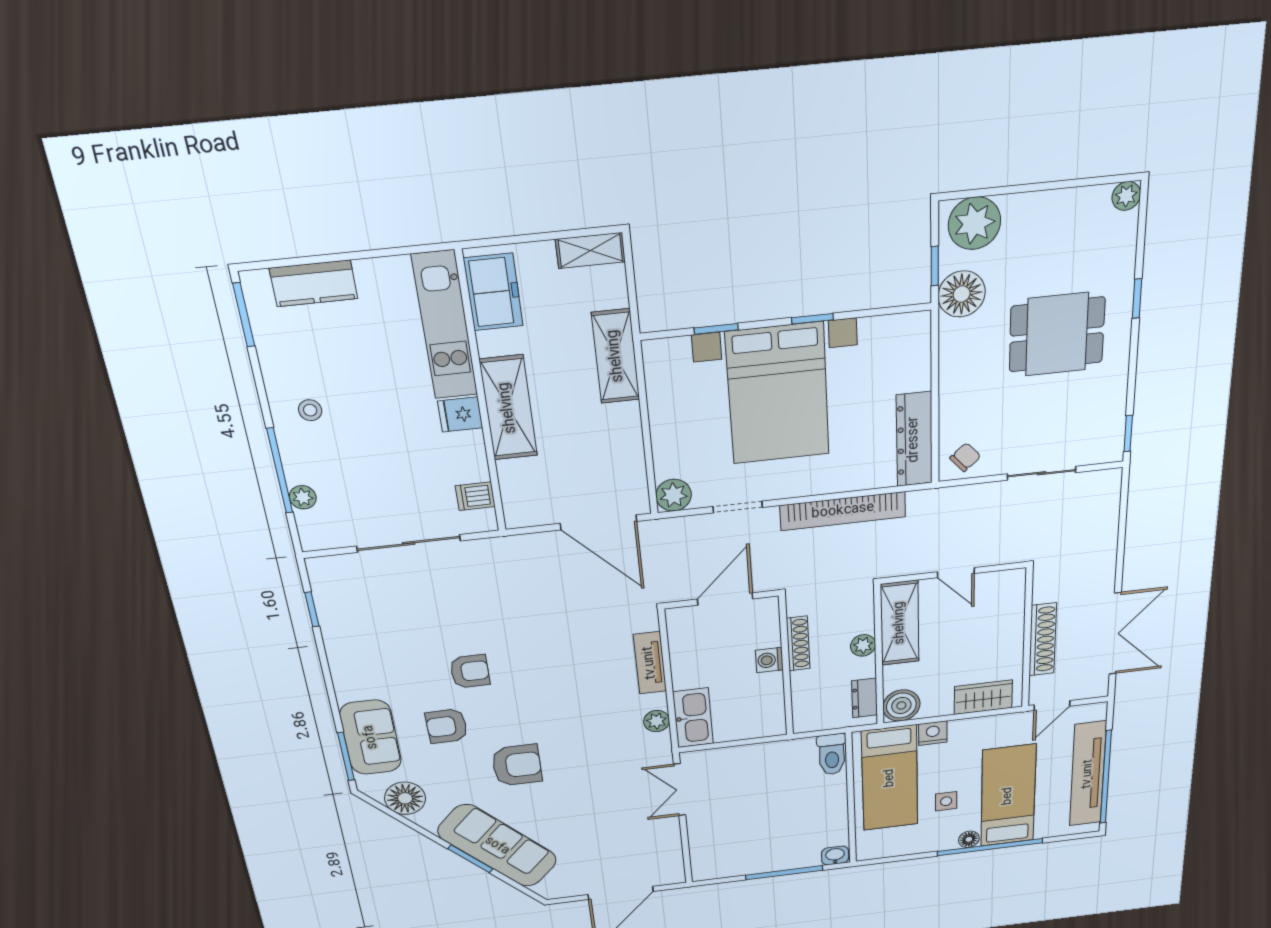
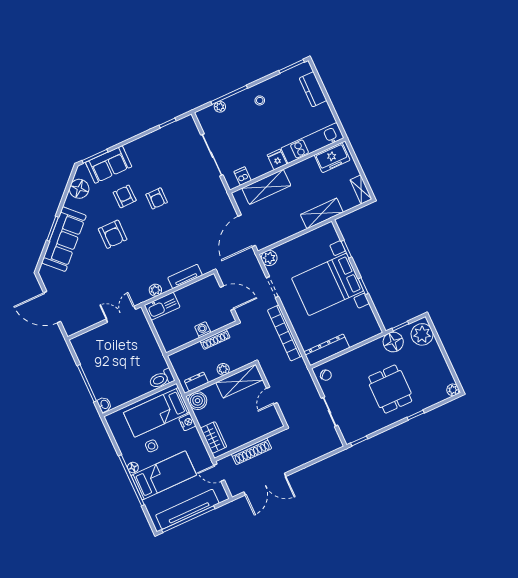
shelving: (508, 408) -> (266, 187), moved

